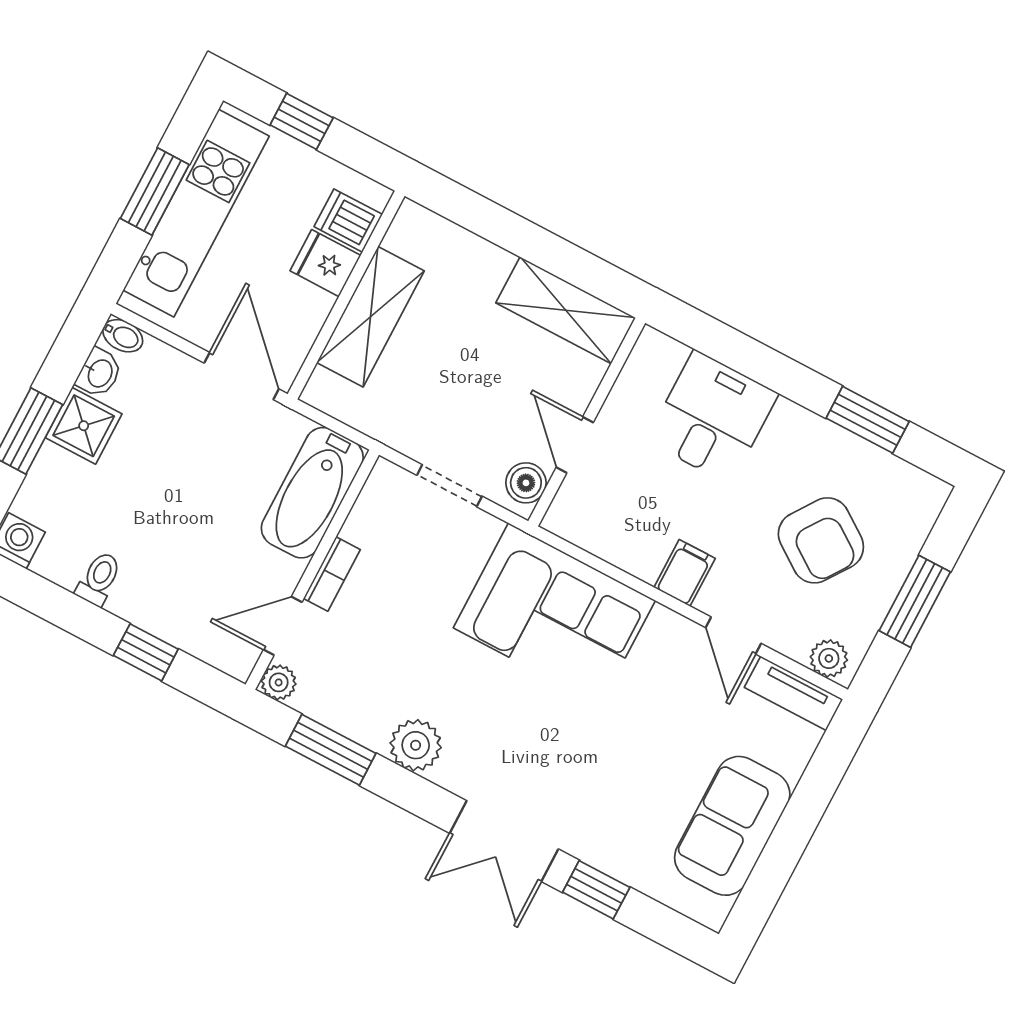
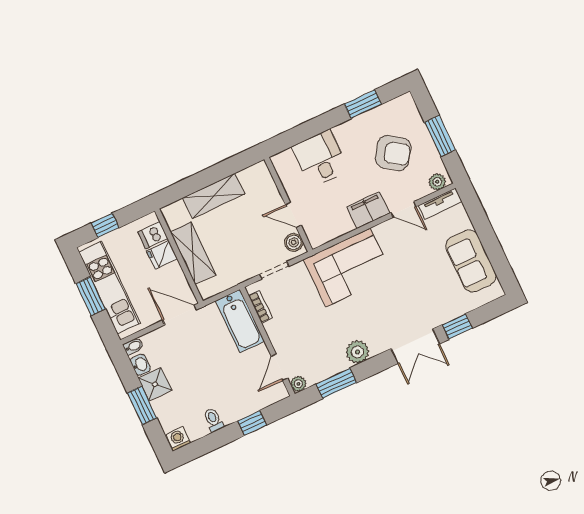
shelving: (566, 310) -> (214, 196), moved
filing cabinet: (685, 573) -> (368, 210), width x2.00
bookcase: (332, 574) -> (260, 307), moved

